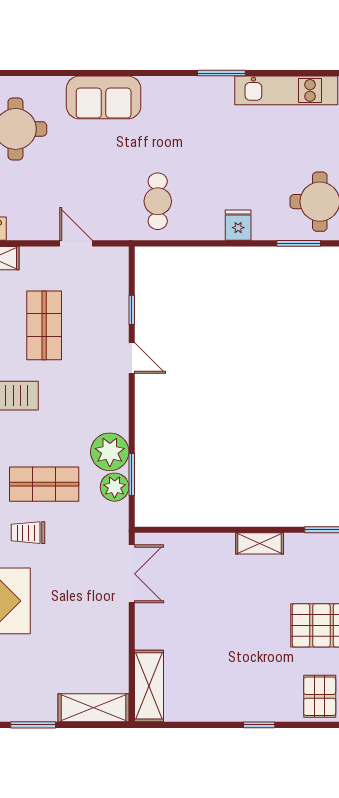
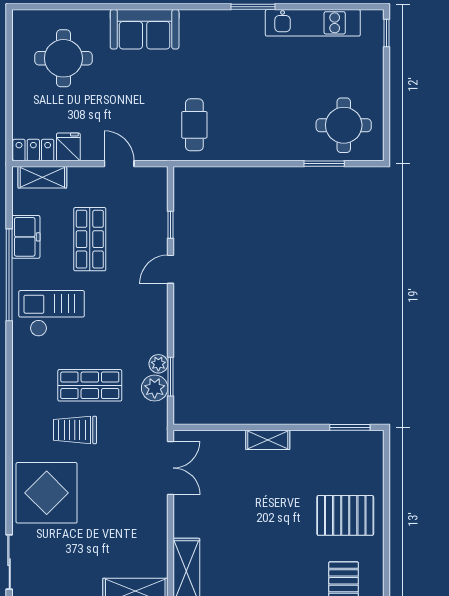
fridge: (238, 225) -> (68, 147), moved
door: (132, 358) -> (171, 269), swing flipped
plant: (110, 452) -> (158, 364), width x0.53, depth x0.53
trolley: (28, 533) -> (75, 430), width x1.36, depth x1.39
shelving: (260, 543) -> (268, 440), moved

